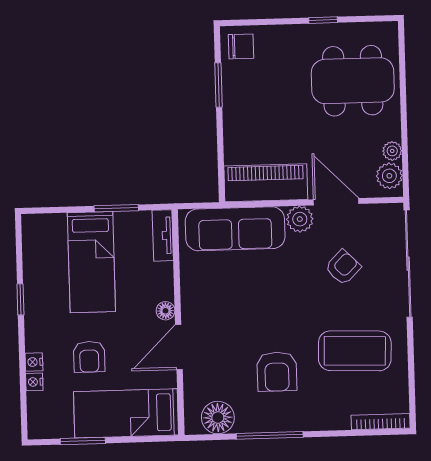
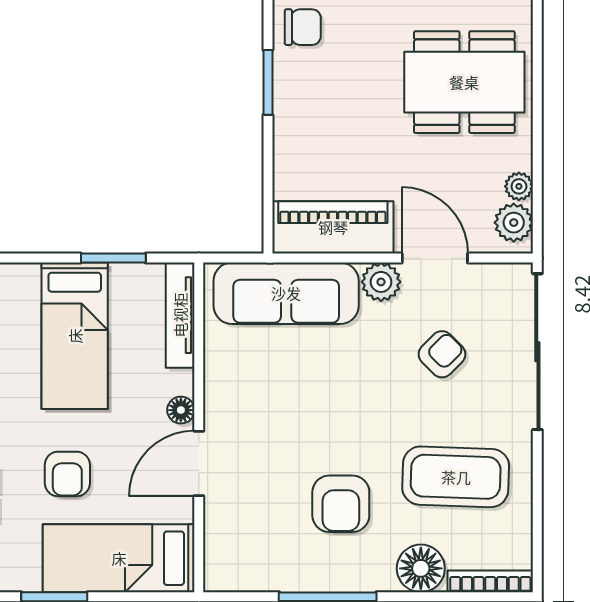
tv unit: (163, 235) -> (180, 315), width x1.41
floor lamp: (218, 418) -> (421, 568), moved

